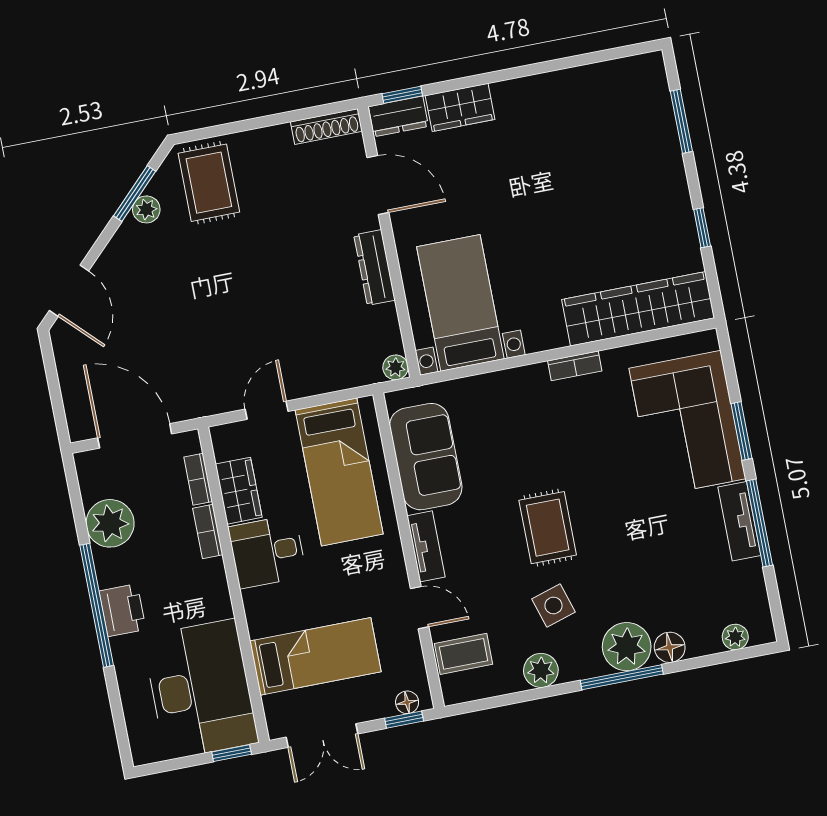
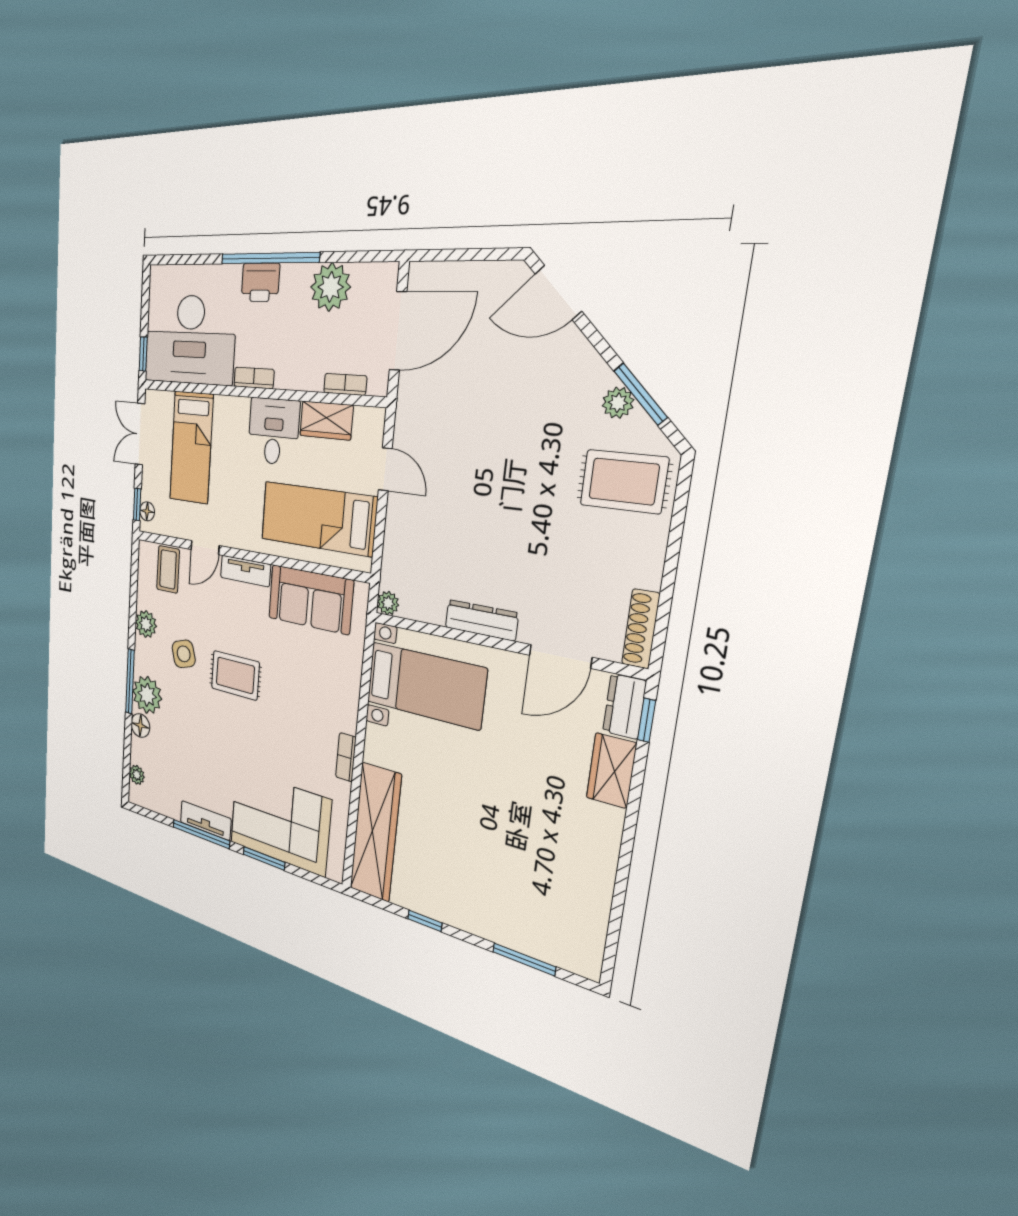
bookcase: (208, 531) -> (254, 378), moved

